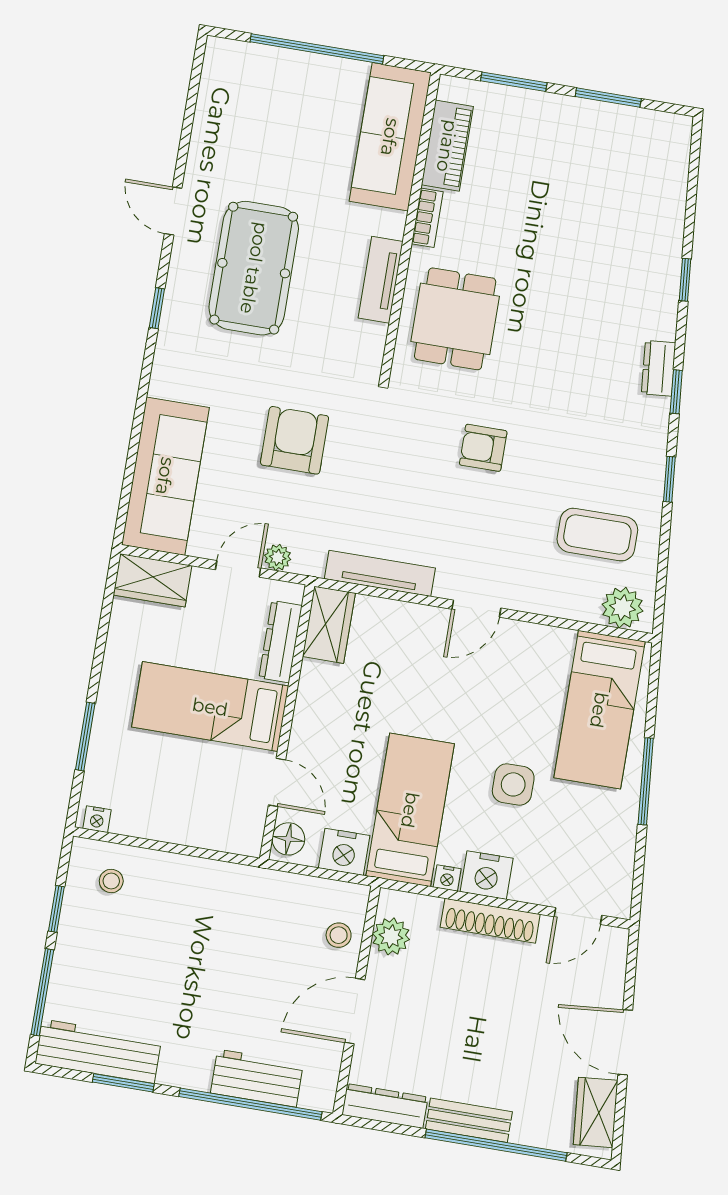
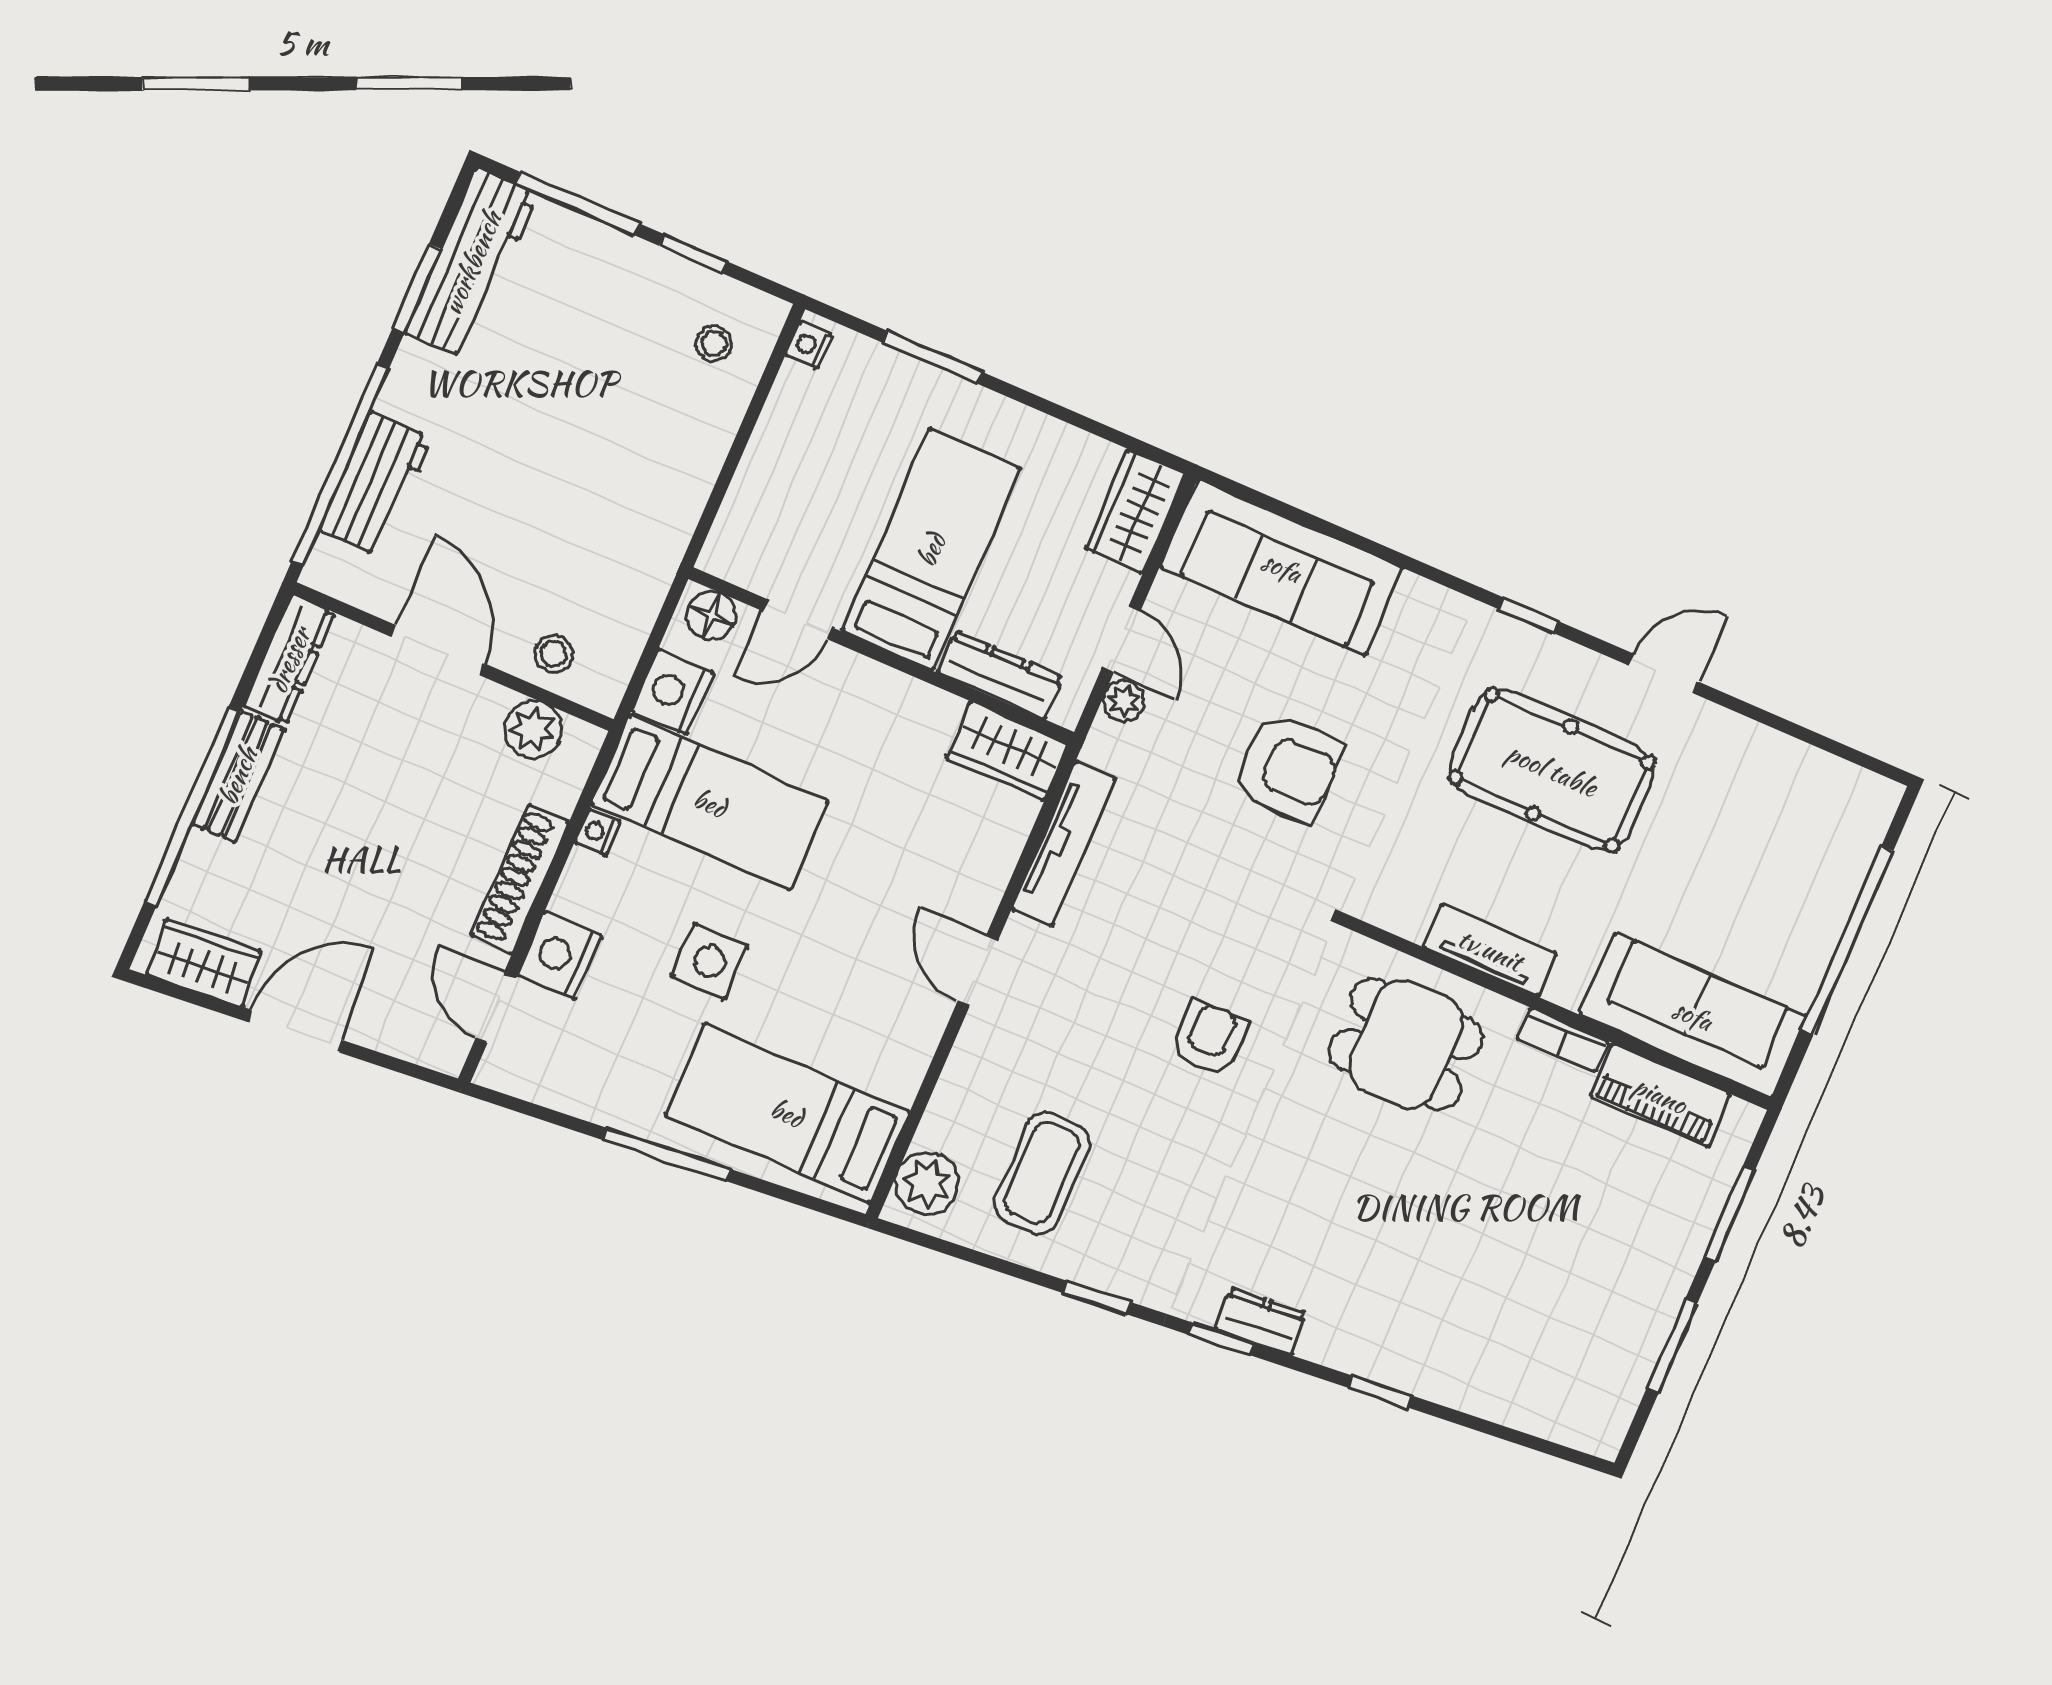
nightstand: (487, 875) -> (559, 956), moved

